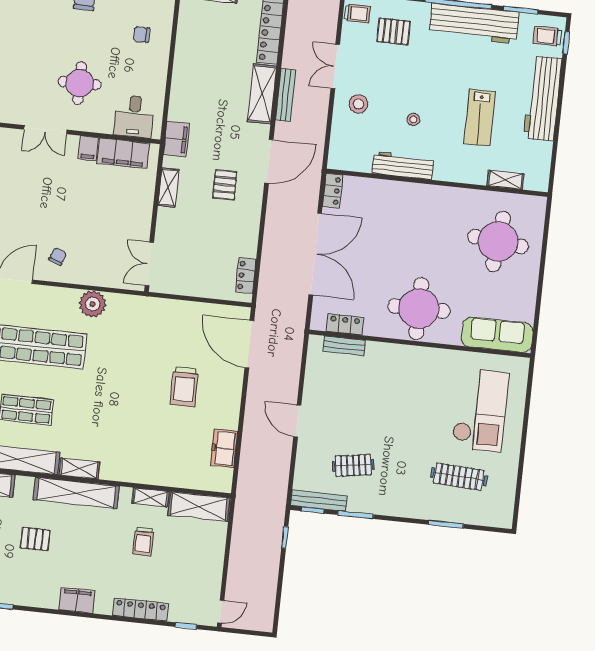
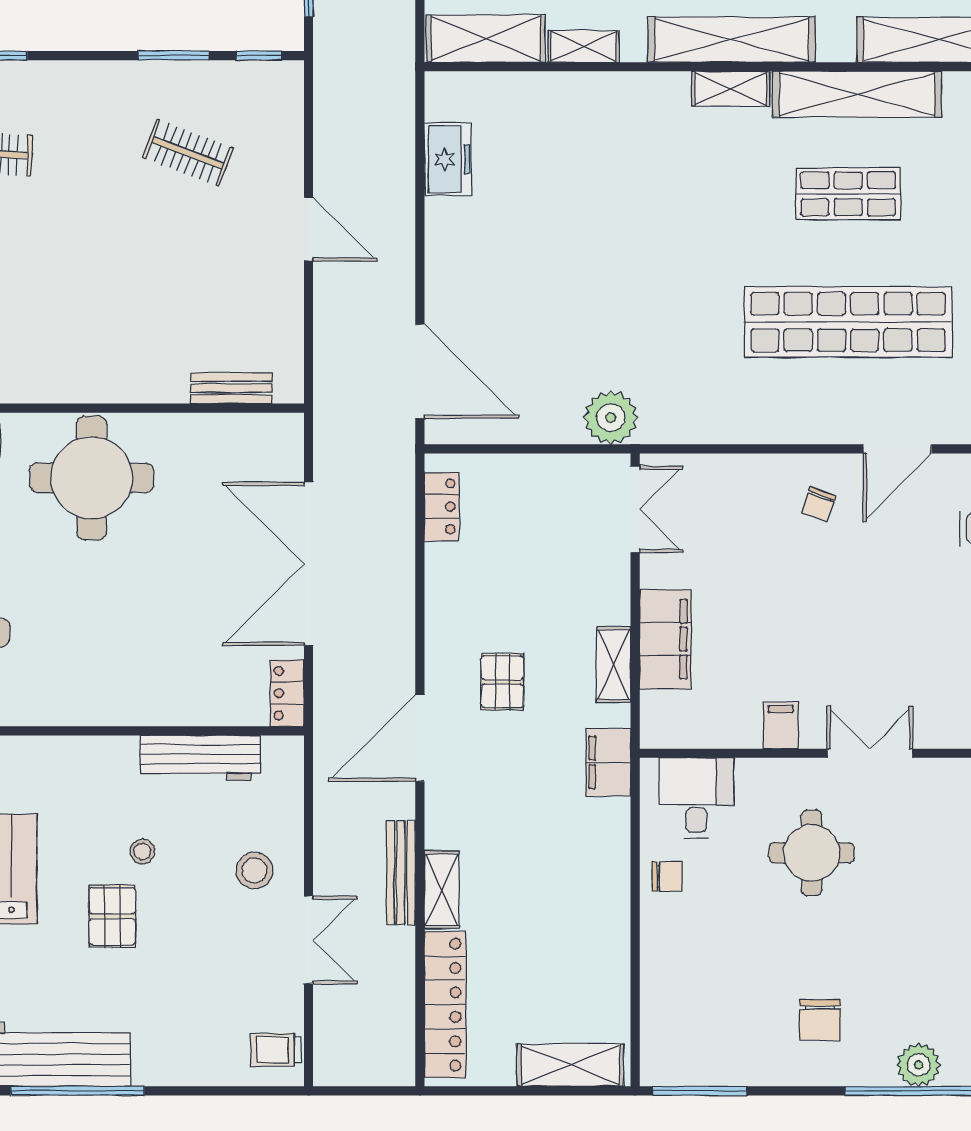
pallet: (393, 31) -> (112, 916), moved, turned 90
chair: (141, 34) -> (667, 876), moved
shelving: (262, 94) -> (442, 890), width x0.67, depth x0.75
filing cabinet: (123, 153) -> (665, 639), moved, turned 90
workbench: (403, 165) -> (200, 758), moved
plant: (93, 304) -> (611, 418), moved
locker: (345, 324) -> (235, 431), removed
trolley: (184, 387) -> (540, 273), removed
clothes rail: (353, 465) -> (188, 153), turned 30
bench: (319, 501) -> (249, 76), removed

